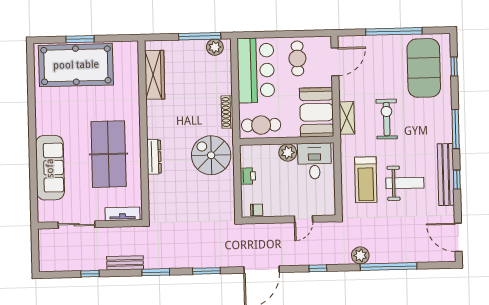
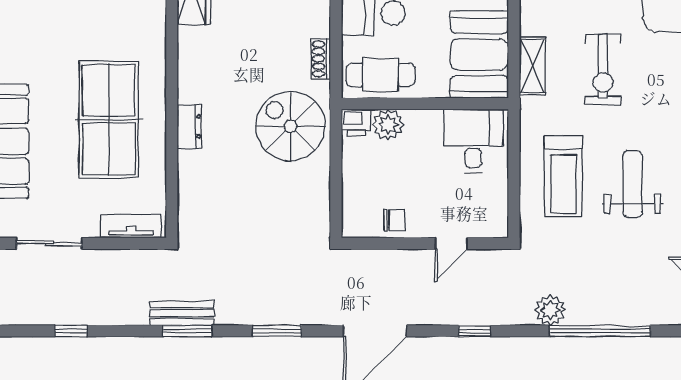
shoe rack: (227, 112) -> (321, 59), width x0.70
exercise bike: (387, 119) -> (603, 70), turned 180
plant: (288, 153) -> (388, 125), moved
dresser: (154, 157) -> (189, 126), width x0.70
printer: (248, 176) -> (356, 122), moved, turned 90
weight bench: (405, 183) -> (633, 184), turned -90
chair: (257, 210) -> (395, 220), moved
bench: (125, 263) -> (182, 313), moved

